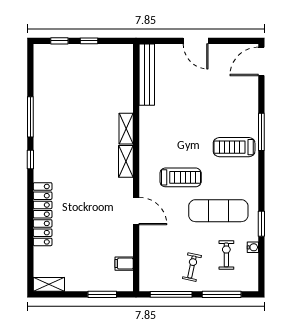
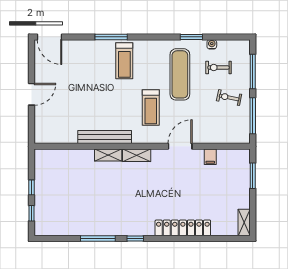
bench: (147, 75) -> (105, 137), moved
treadmill: (181, 177) -> (151, 107), turned 180
filing cabinet: (124, 264) -> (210, 157), moved

